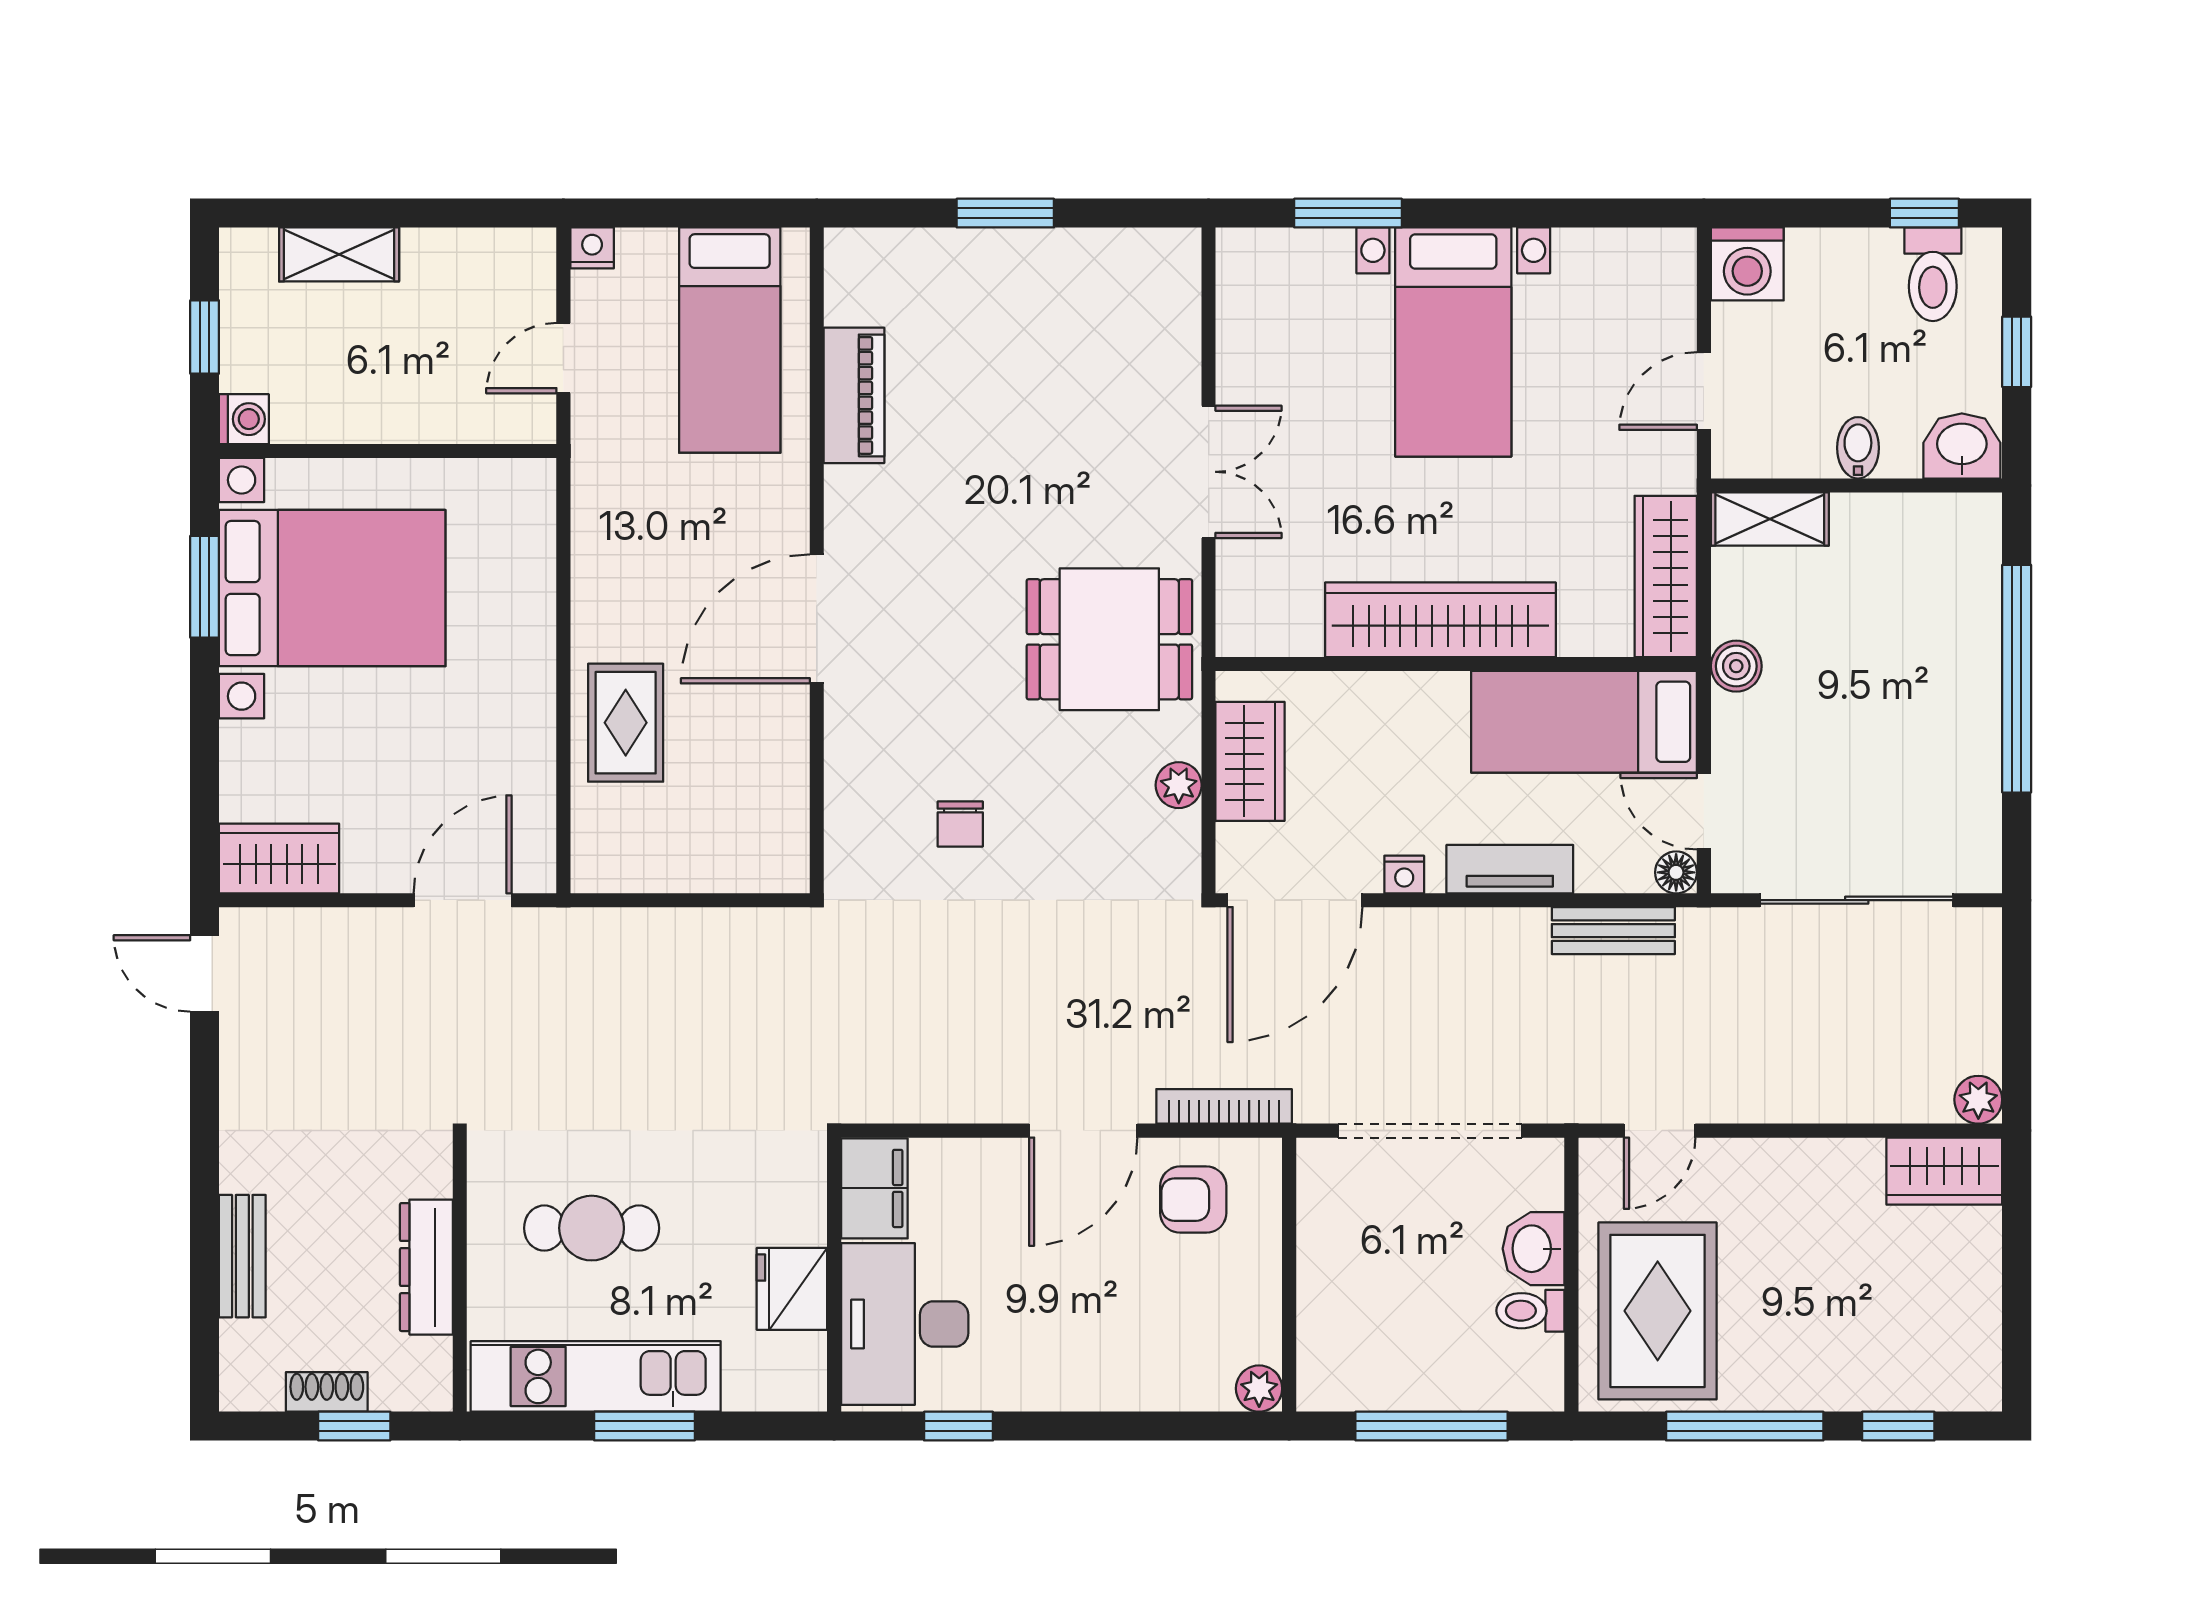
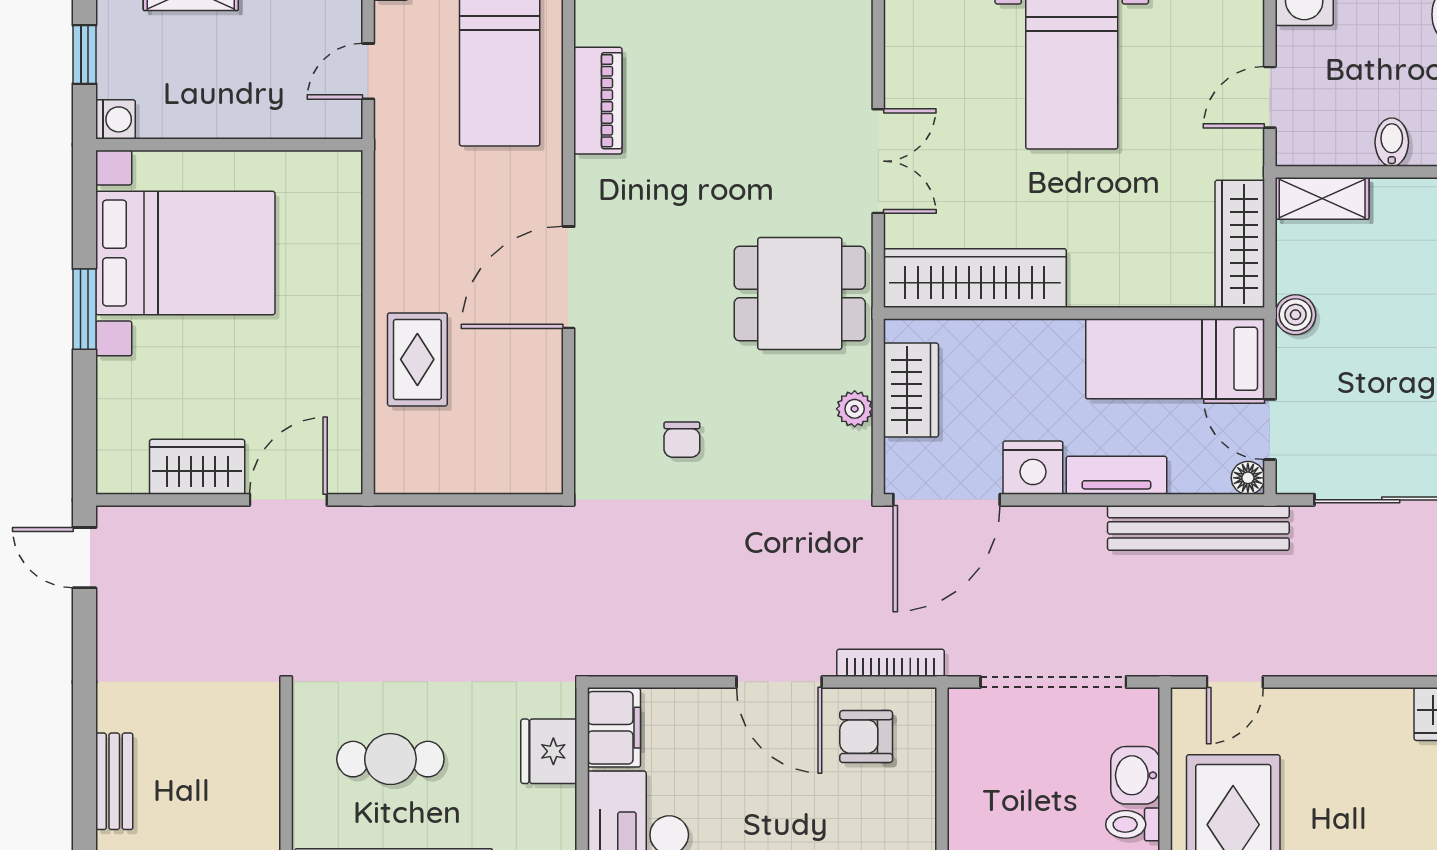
window: (205, 587) -> (84, 309), moved
wardrobe: (1440, 620) -> (975, 278), moved
wardrobe: (279, 858) -> (197, 467), moved
nightstand: (1404, 874) -> (1033, 468), width x1.89, depth x1.79
bench: (1613, 931) -> (1198, 528), width x1.86, depth x1.21
door: (1083, 1131) -> (779, 682), hinge flipped
dresser: (426, 1267) -> (260, 790), removed
fridge: (792, 1289) -> (549, 751), moved

